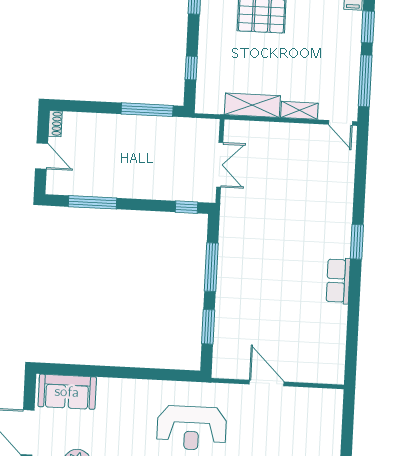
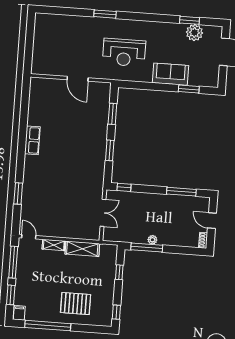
plant: (138, 123) -> (152, 240), added
double door: (220, 165) -> (103, 213), swing flipped
window: (357, 242) -> (18, 194), moved
window: (211, 267) -> (110, 150), width x0.69
window: (84, 370) -> (189, 89), added
sofa: (67, 392) -> (171, 74), moved
reception desk: (192, 428) -> (124, 52), turned 180

